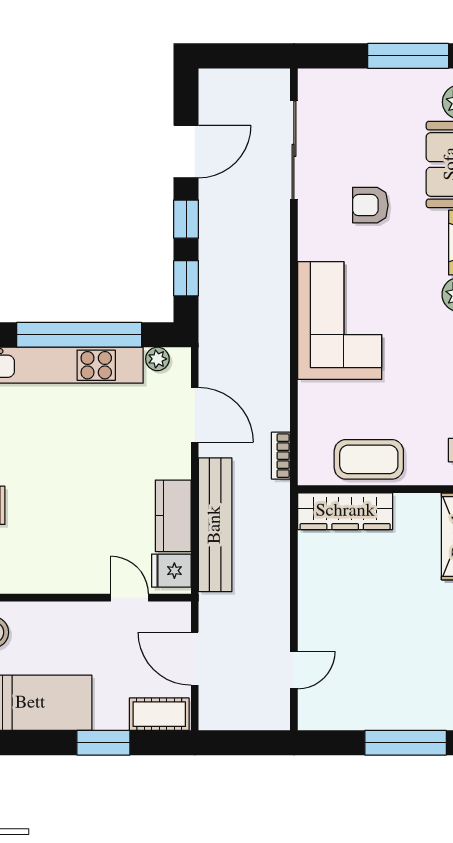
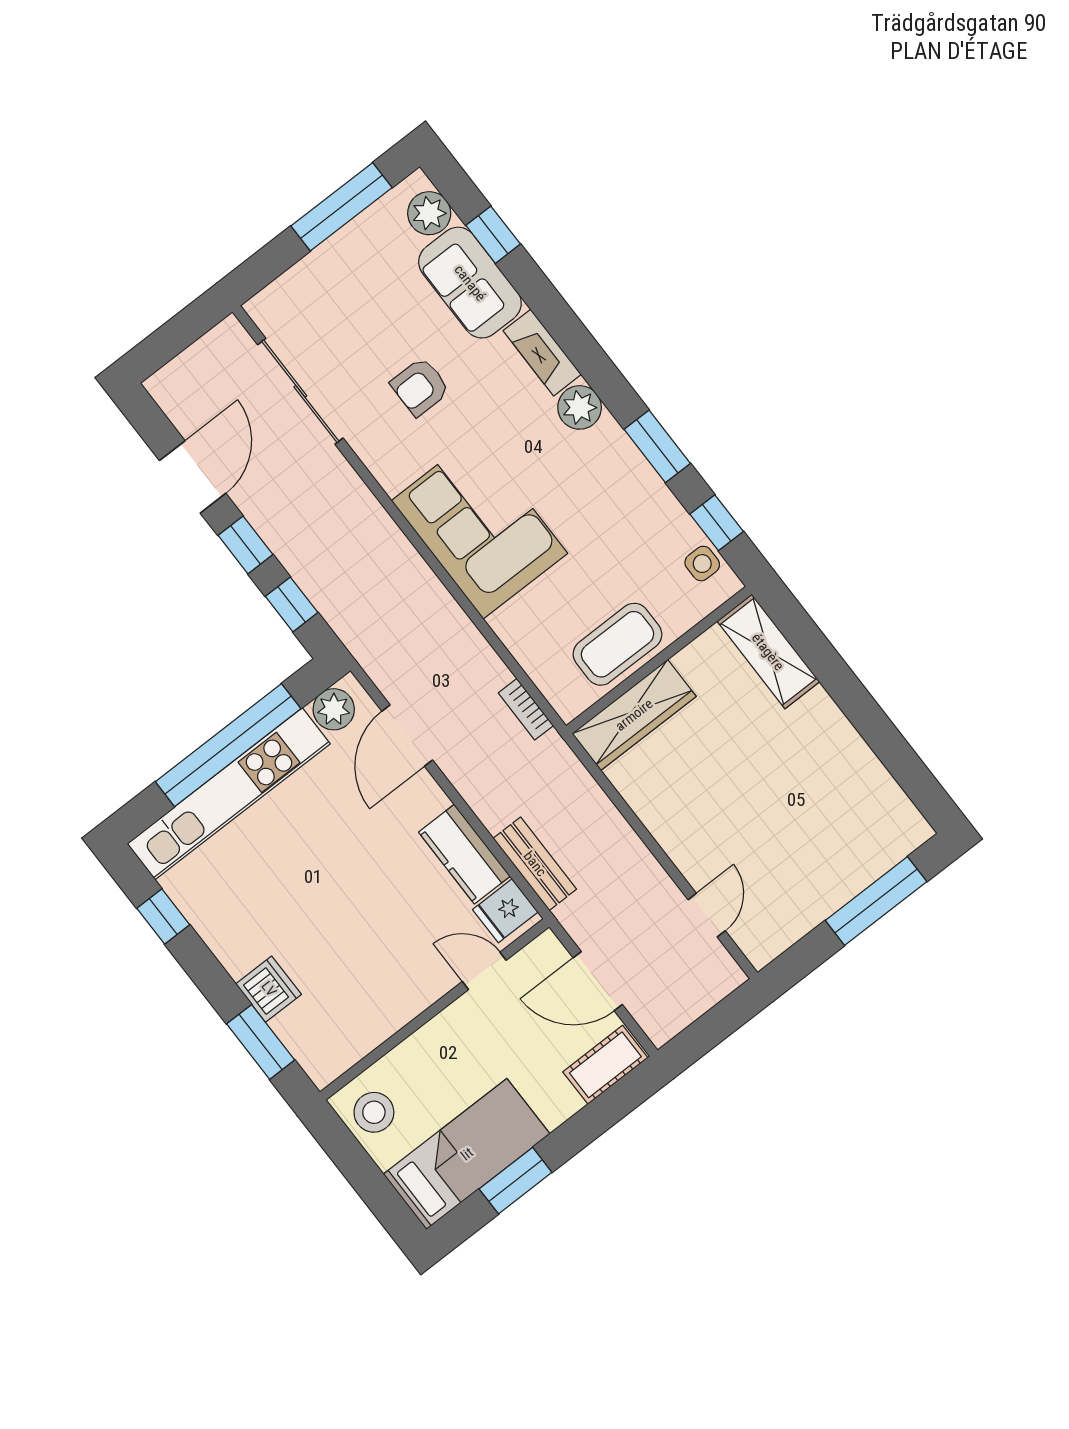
plant: (157, 359) -> (334, 709), width x1.38, depth x1.38
door: (195, 415) -> (407, 736), swing flipped
bench: (215, 525) -> (535, 864), width x0.54, depth x0.82
window: (103, 743) -> (516, 1181), moved

